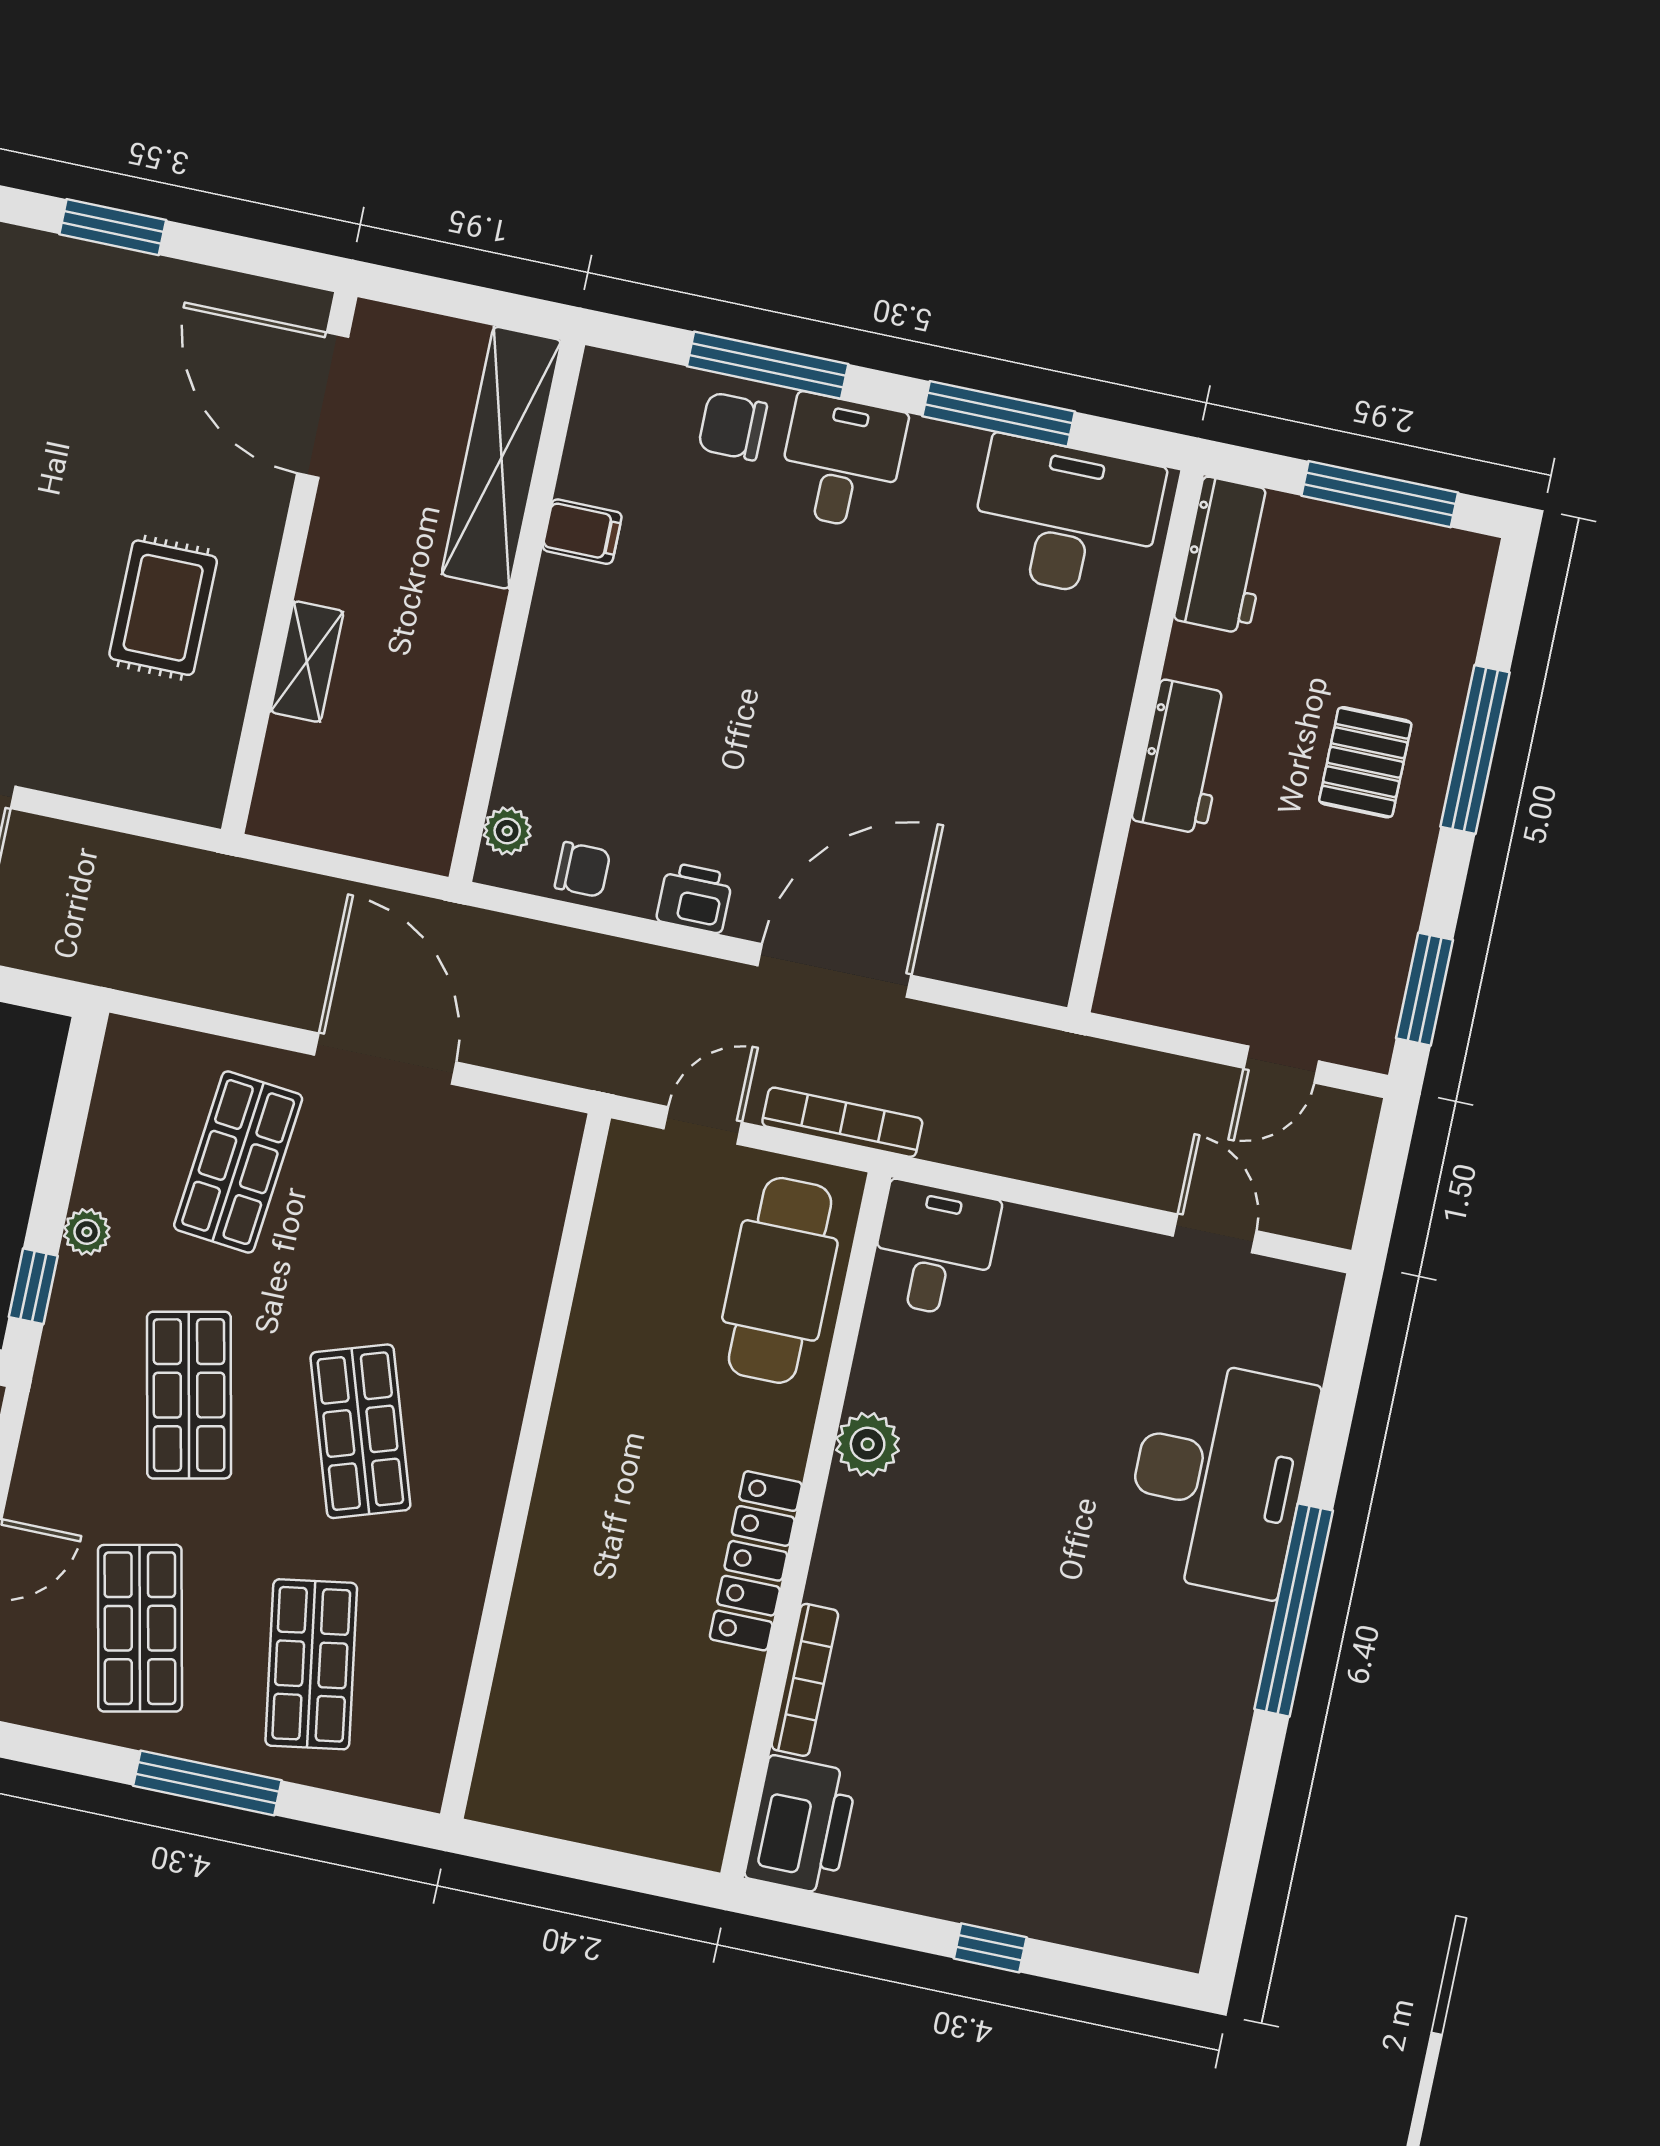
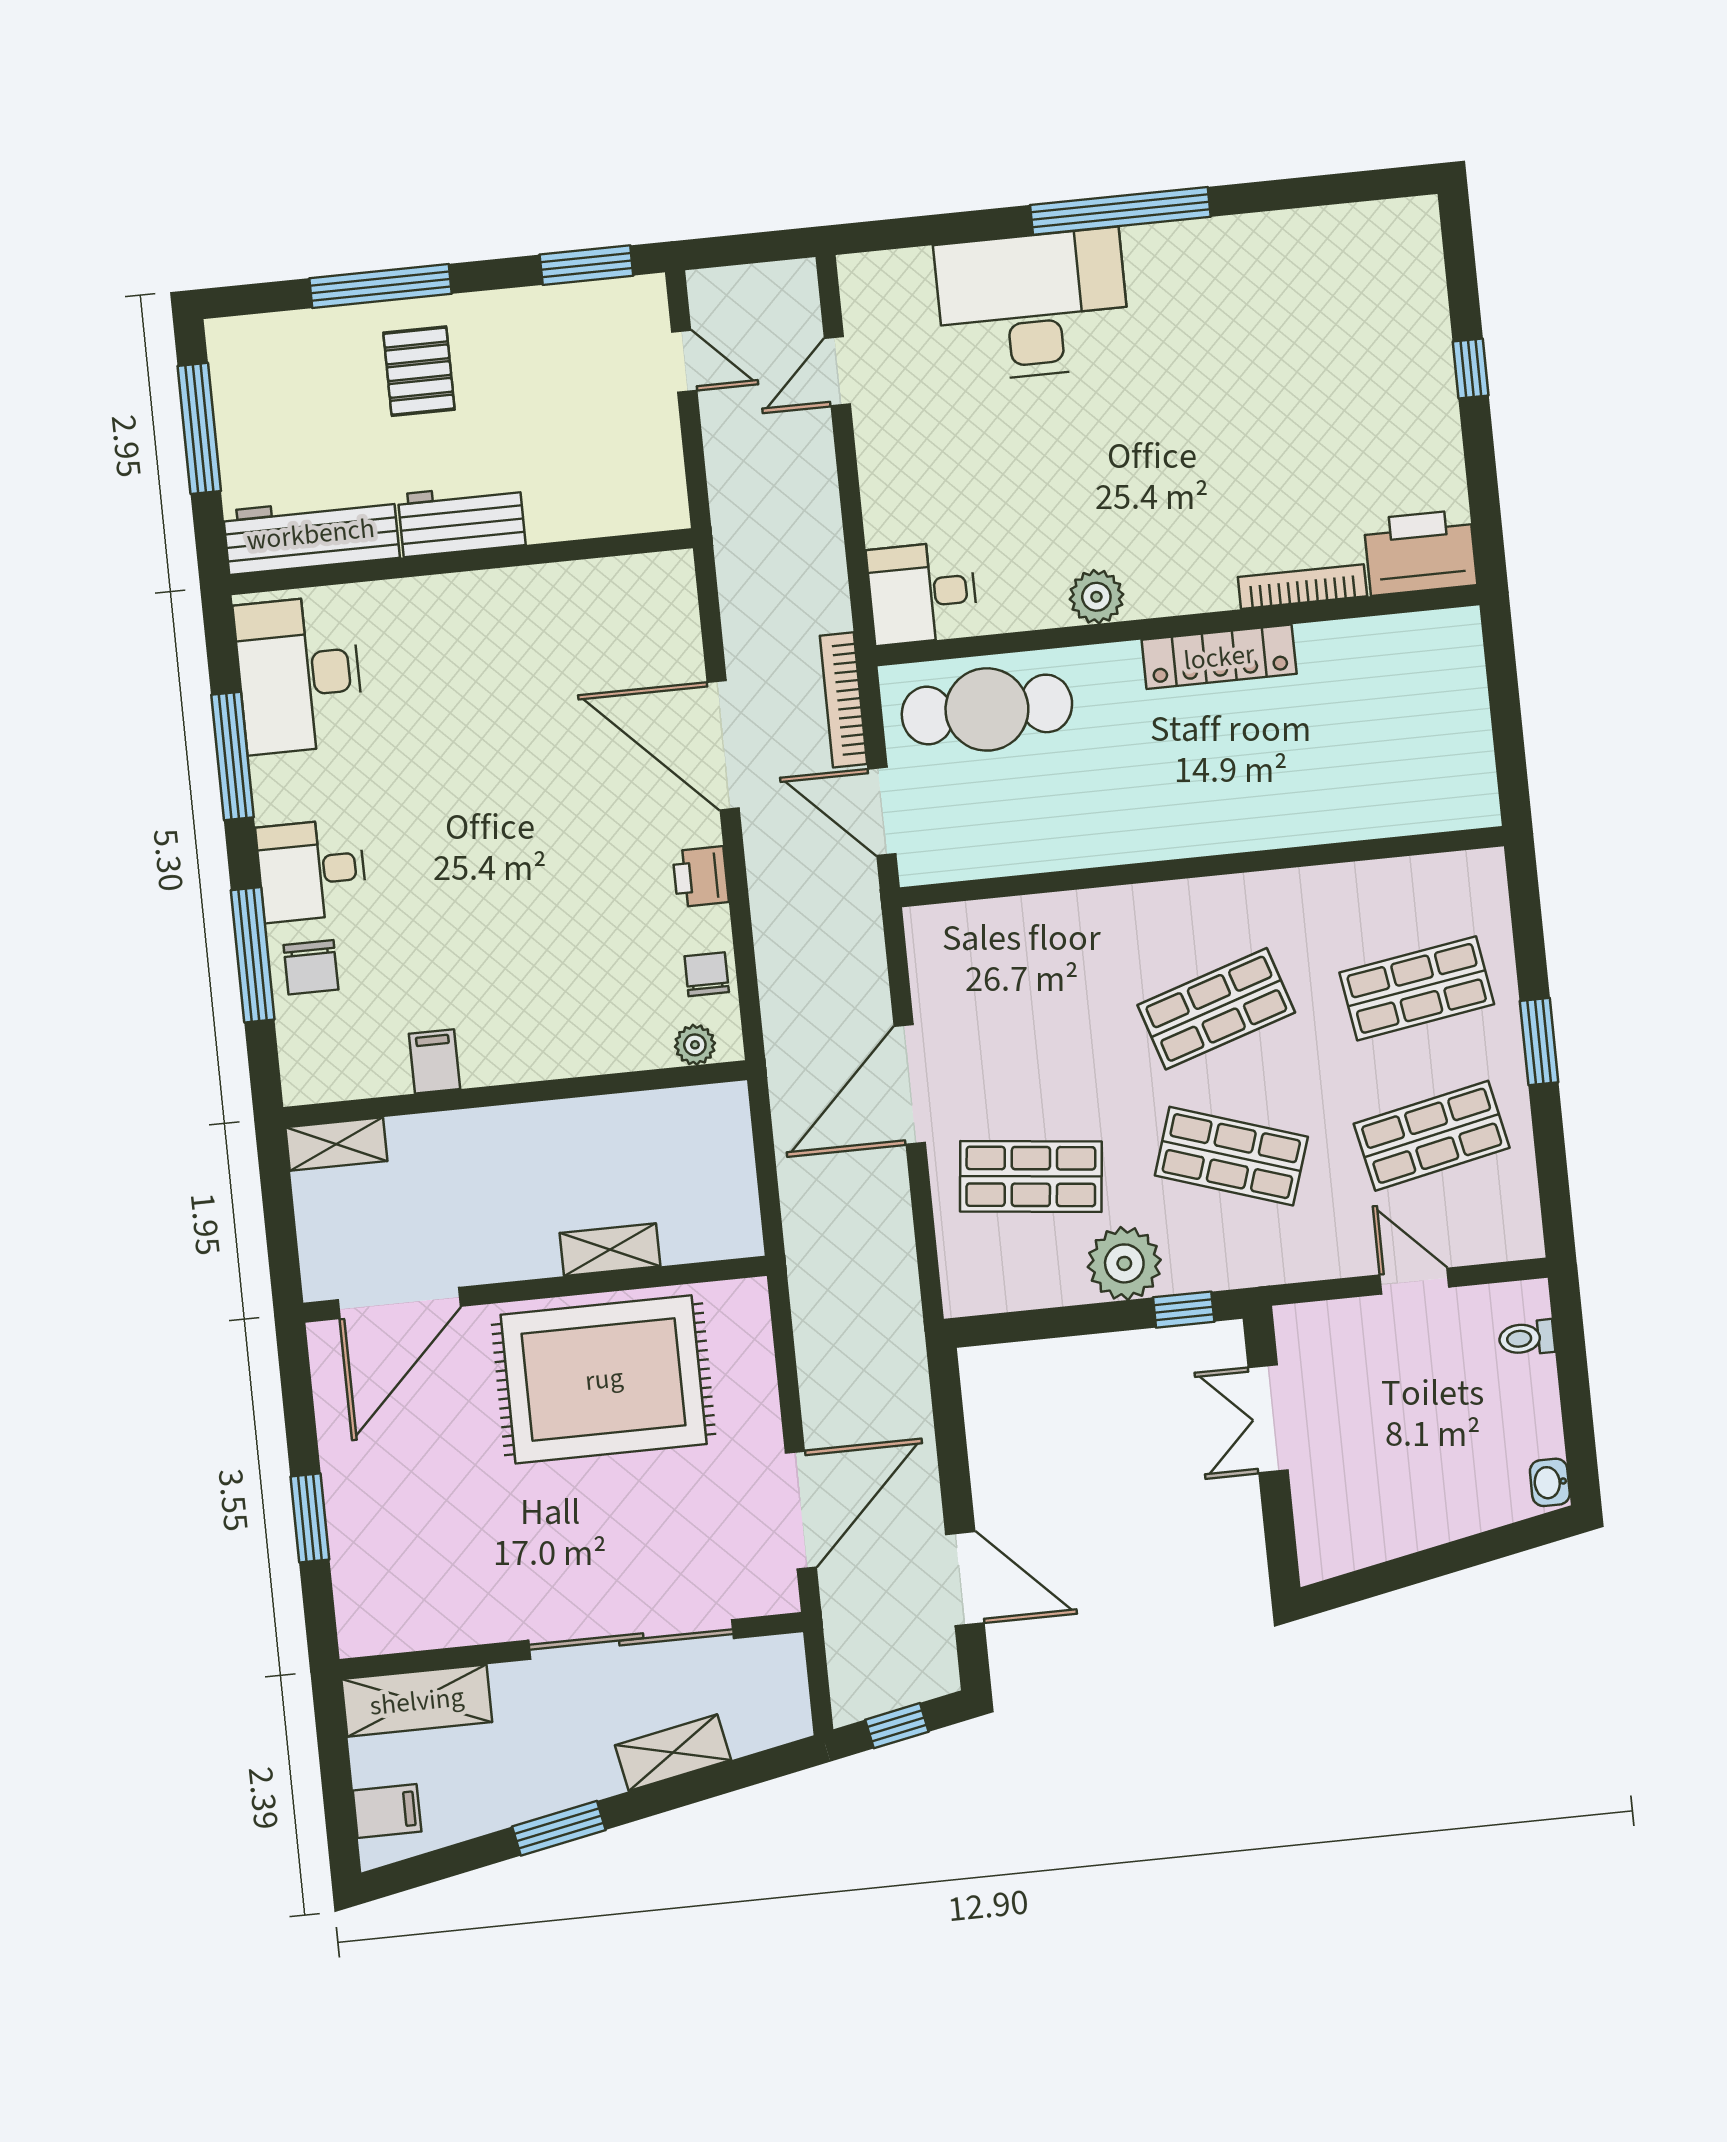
shelving: (501, 458) -> (336, 1144), width x0.45, depth x0.75
workbench: (1226, 555) -> (311, 534), width x1.38
rug: (163, 608) -> (604, 1379), width x1.86, depth x2.06
pallet: (1365, 762) -> (419, 371), turned 90
door: (703, 1126) -> (882, 811), width x1.37
plant: (87, 1232) -> (1124, 1263), width x1.87, depth x1.87
shop shelf: (189, 1395) -> (1231, 1156), turned 30
window: (207, 1783) -> (1539, 1042), width x0.69

